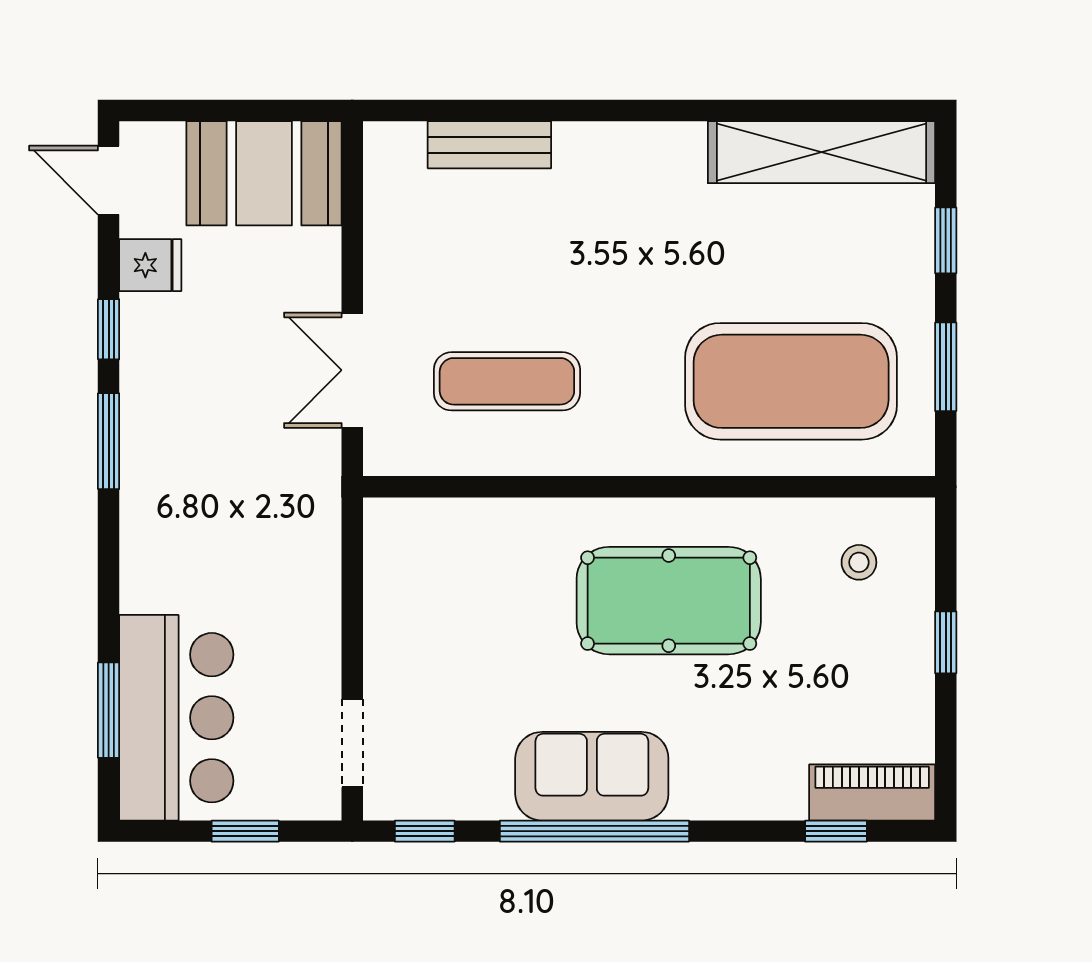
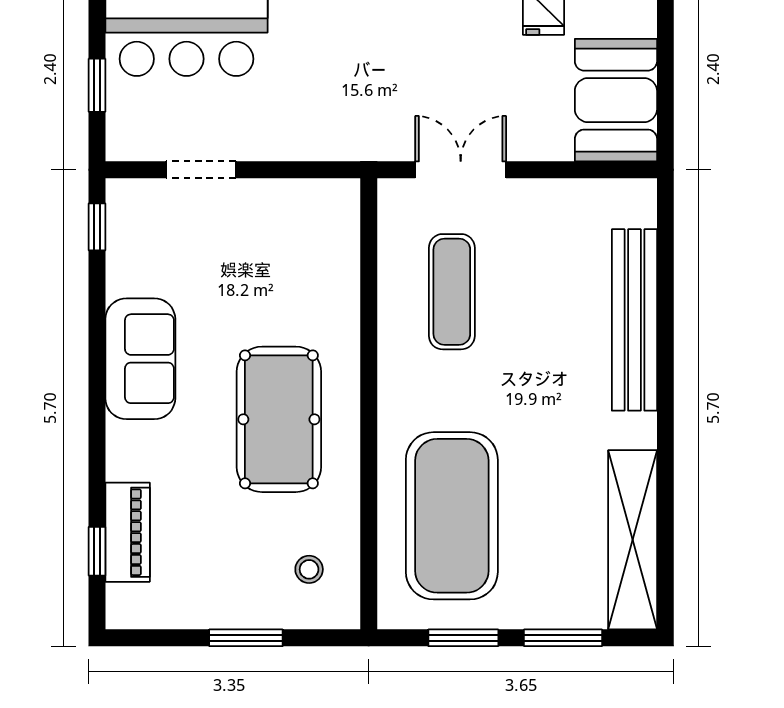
bench: (489, 145) -> (634, 320), width x1.86, depth x1.21
window: (946, 240) -> (563, 638), width x1.50
window: (946, 642) -> (246, 638), width x1.50
doorway: (352, 743) -> (201, 170), moved
piano: (872, 792) -> (128, 532), moved
window: (594, 831) -> (97, 361), removed

